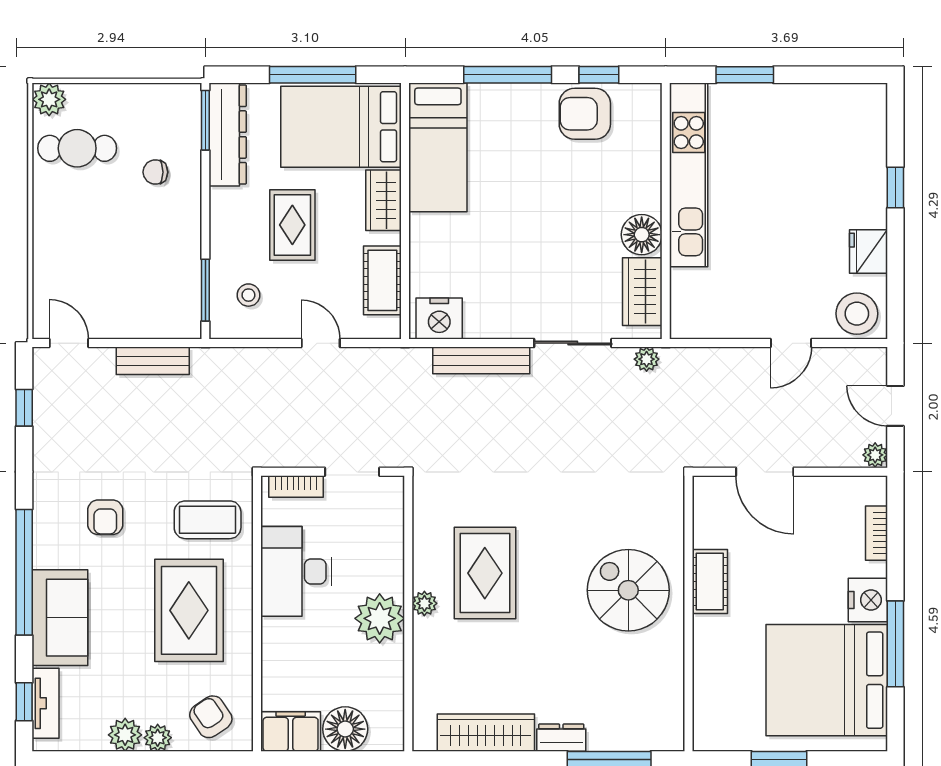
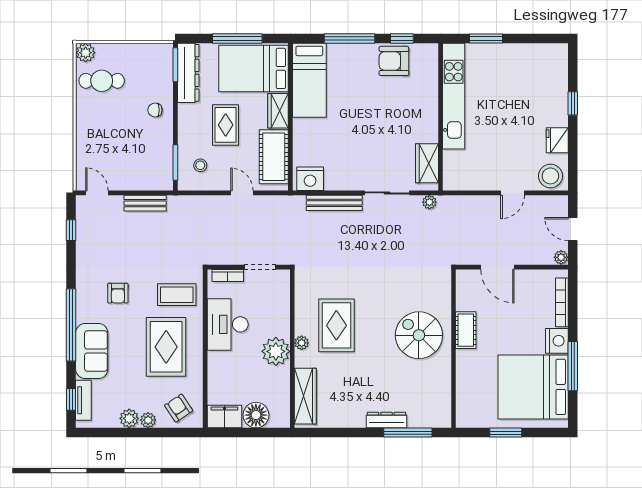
chair: (155, 172) -> (155, 110), moved
floor lamp: (642, 235) -> (427, 131), removed
cot: (382, 280) -> (274, 157), width x1.37, depth x1.34
bookcase: (876, 533) -> (562, 302), width x1.56
wardrobe: (486, 733) -> (305, 396), moved, turned 90
dresser: (561, 738) -> (386, 420), width x1.44

